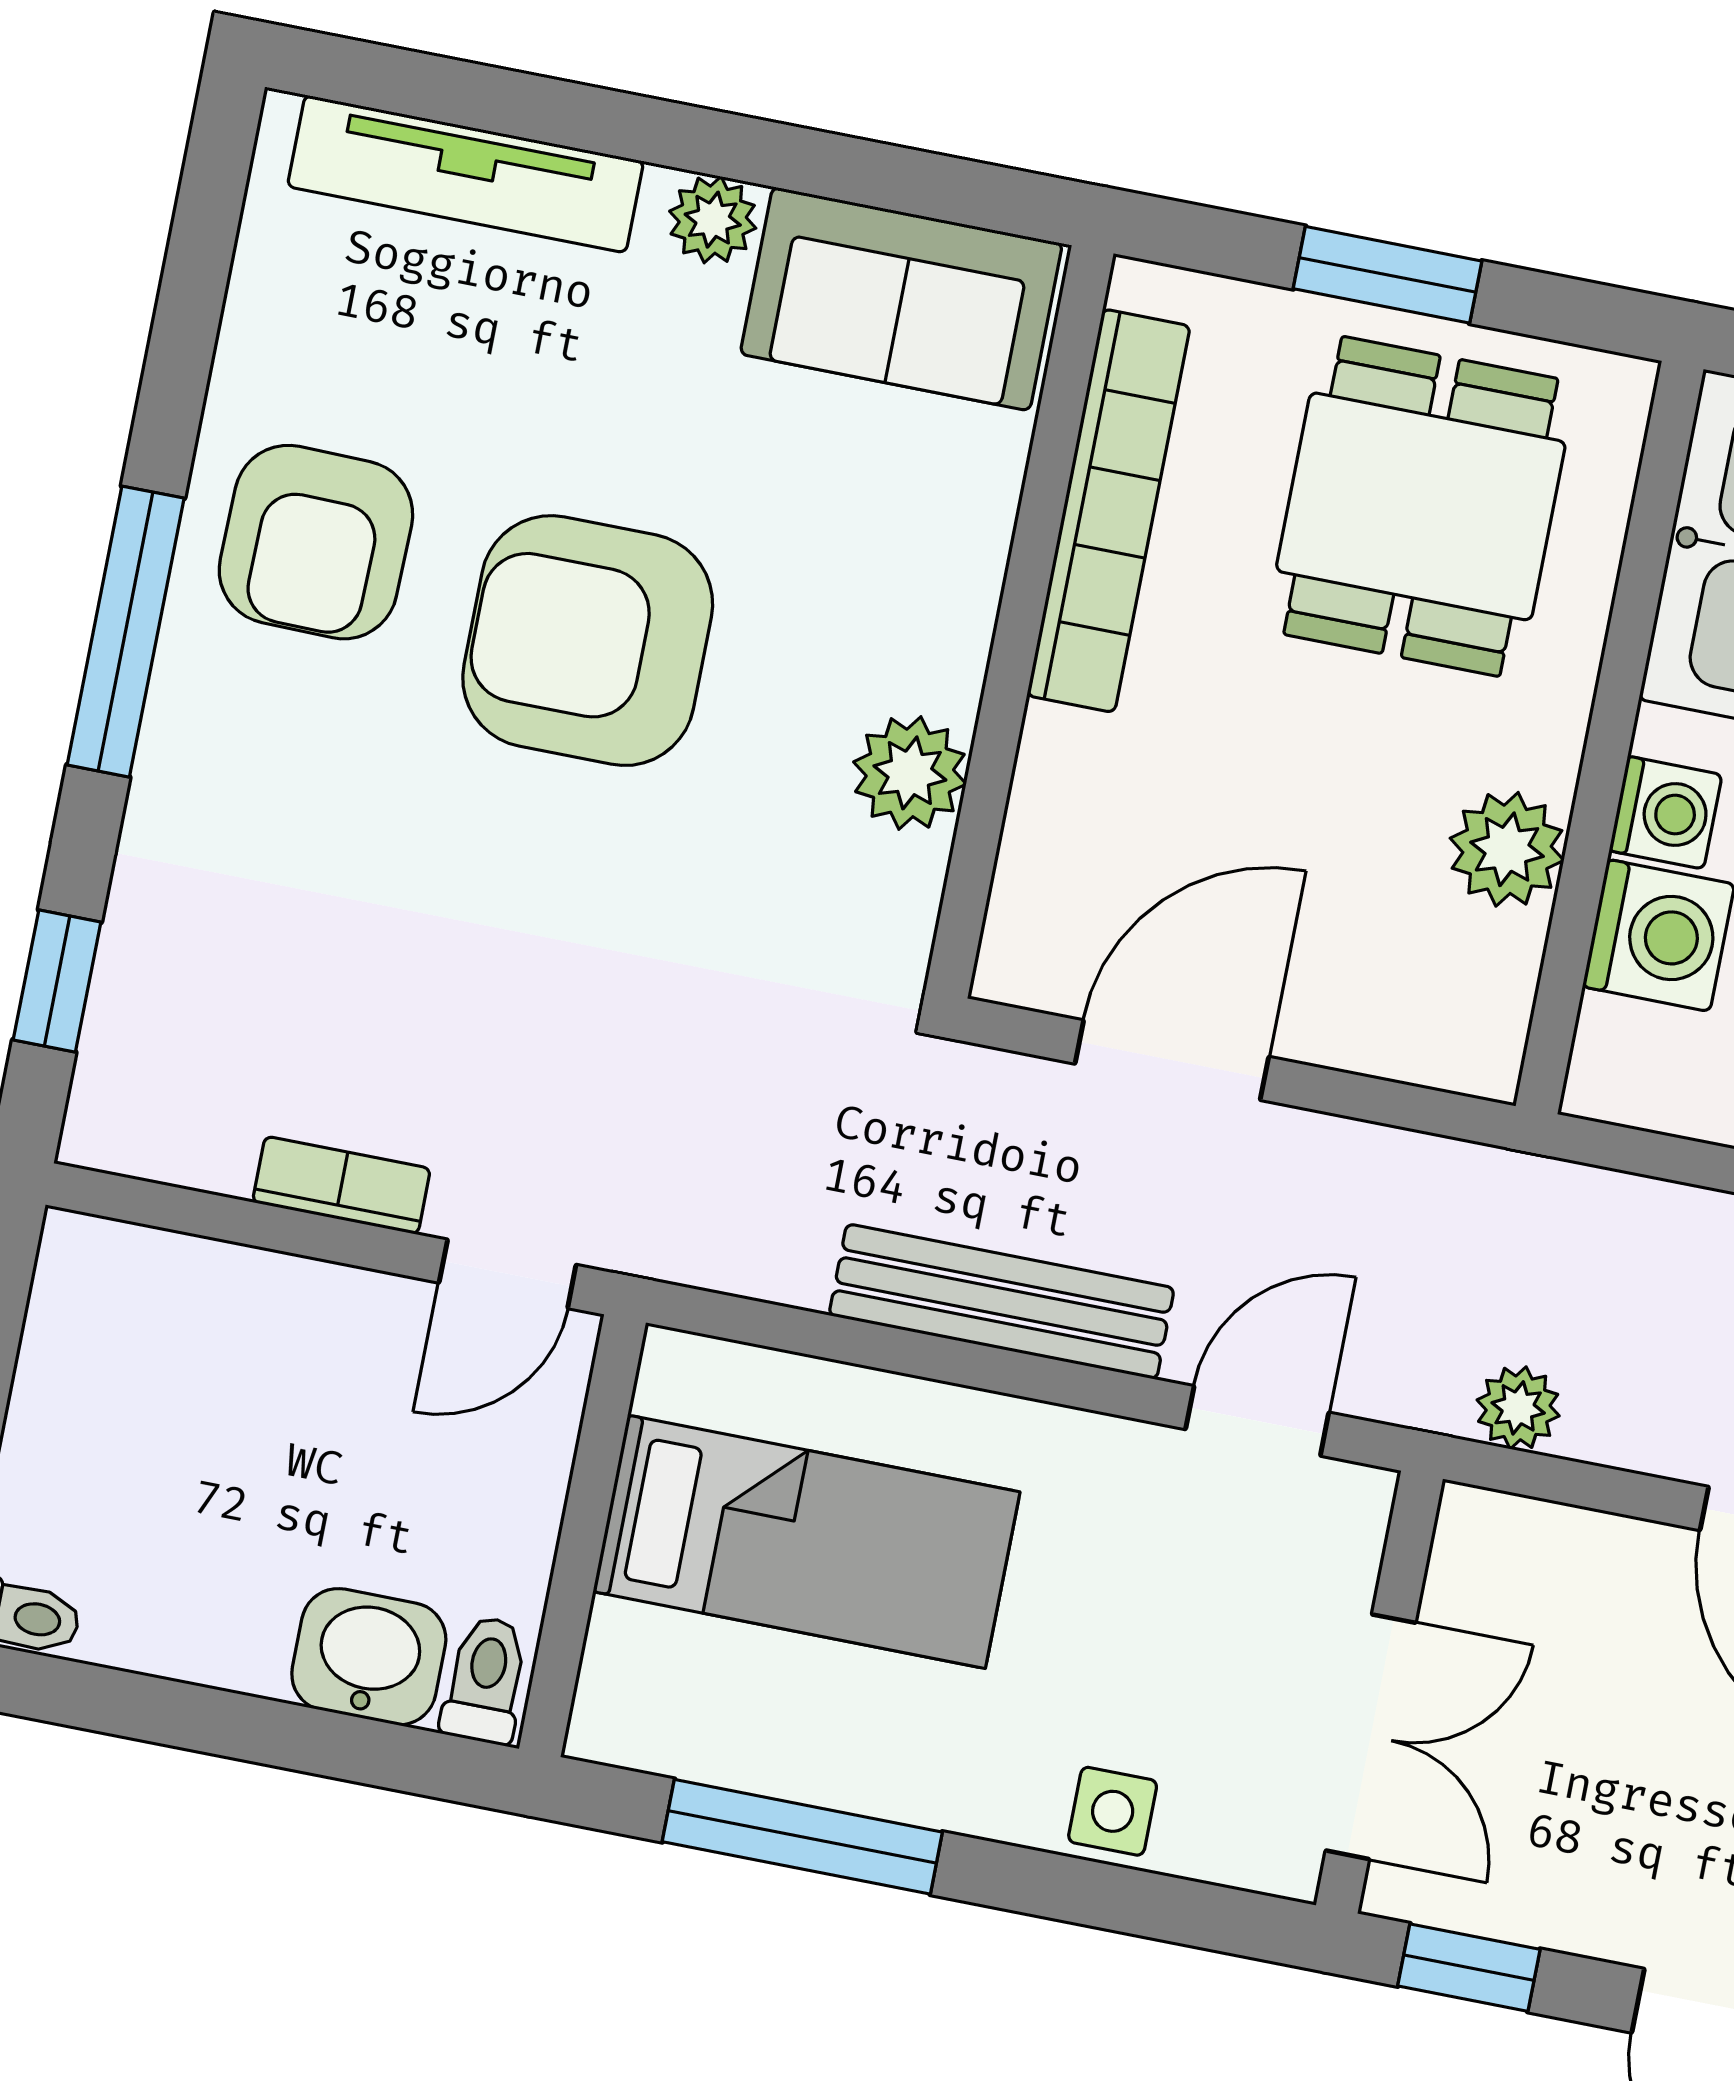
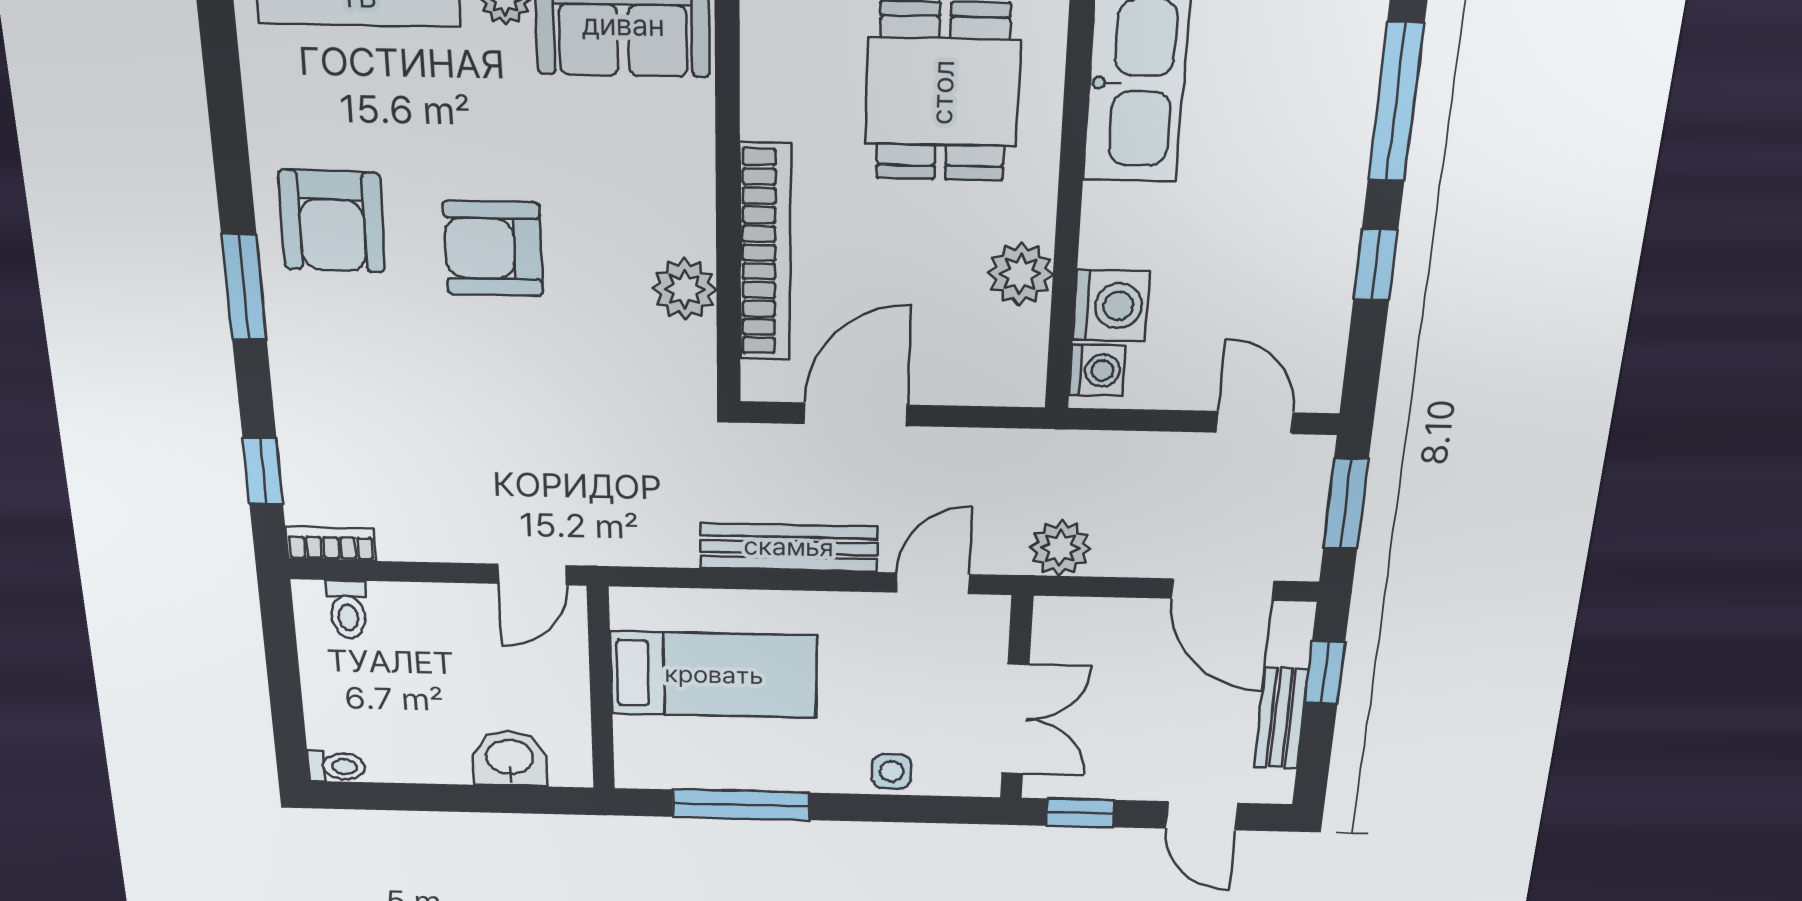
bookcase: (1109, 511) -> (765, 253), moved
window: (126, 632) -> (244, 287), width x0.69
armchair: (588, 641) -> (493, 249), width x0.73, depth x0.73
washing machine: (1666, 813) -> (1097, 370), moved
bookcase: (341, 1185) -> (331, 544), moved
plant: (1518, 1408) -> (1060, 548), width x1.38, depth x1.38
toilet: (485, 1680) -> (348, 609), moved, turned 180

